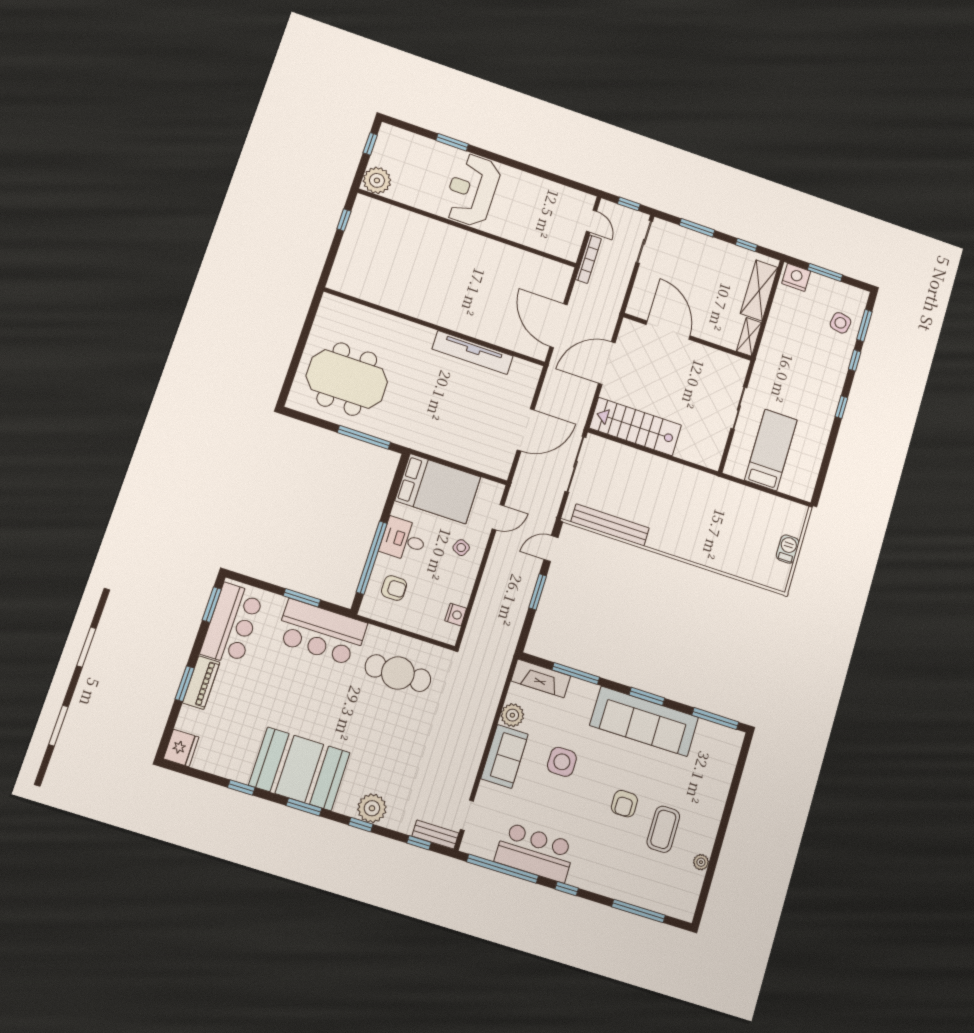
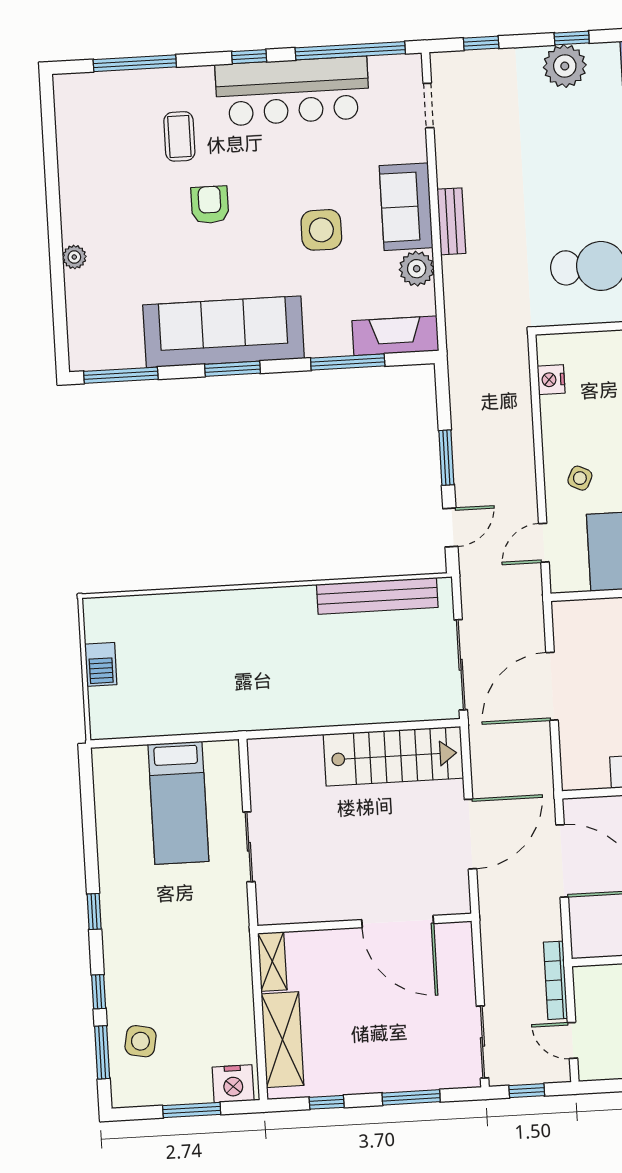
coffee table: (663, 829) -> (179, 136), moved, width x0.73, depth x0.77
bench: (435, 834) -> (451, 221), moved, turned 90
bar counter: (535, 852) -> (292, 91), width x1.36
plant: (701, 862) -> (74, 257), moved

